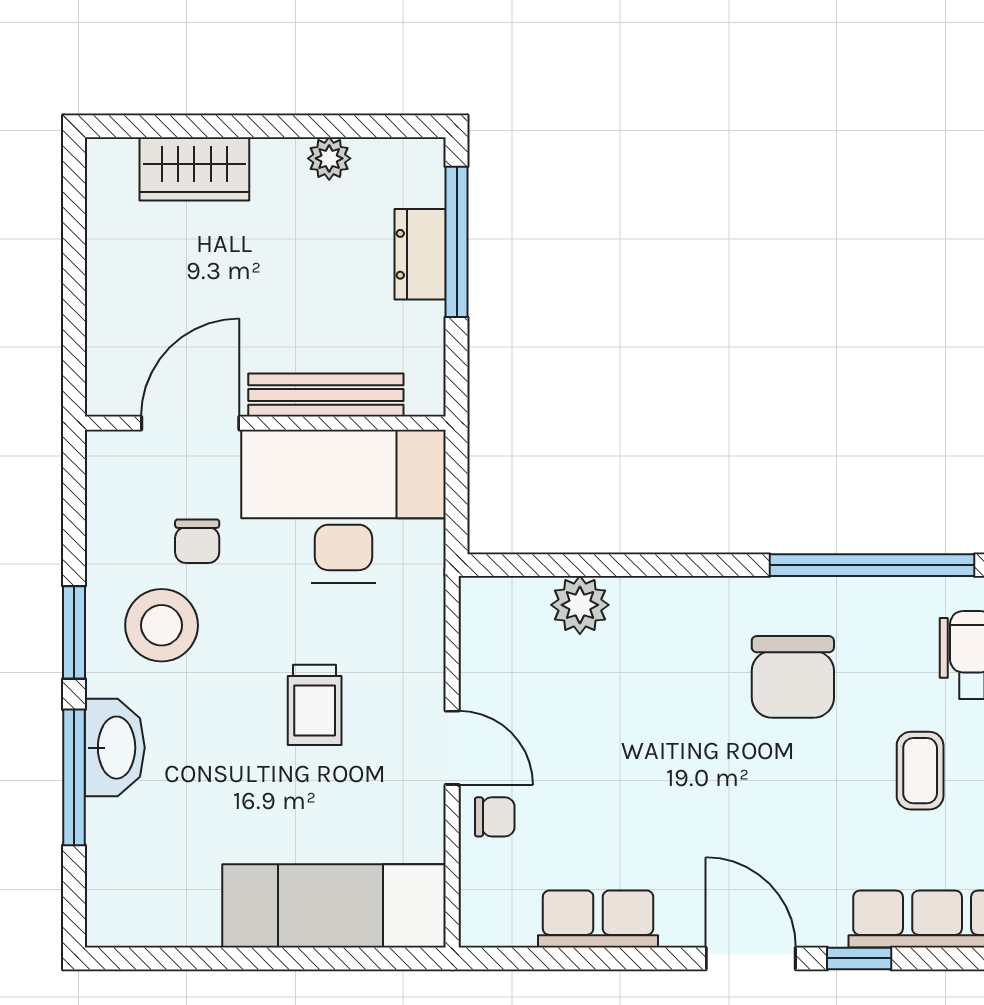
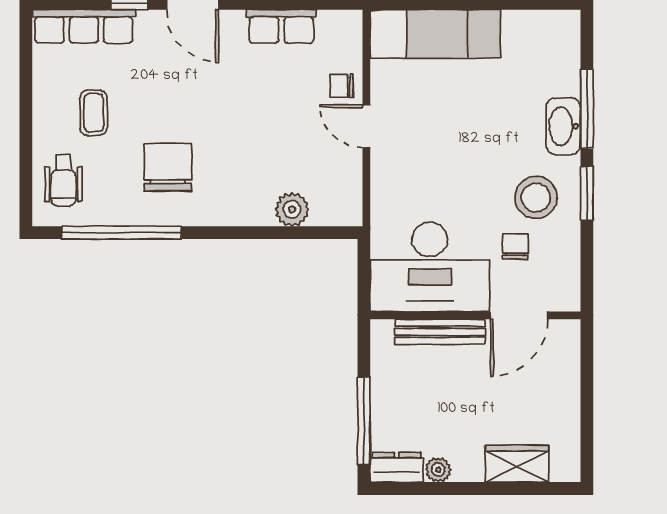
dresser: (420, 254) -> (397, 467), moved, turned -90
trolley: (315, 705) -> (447, 151), removed

